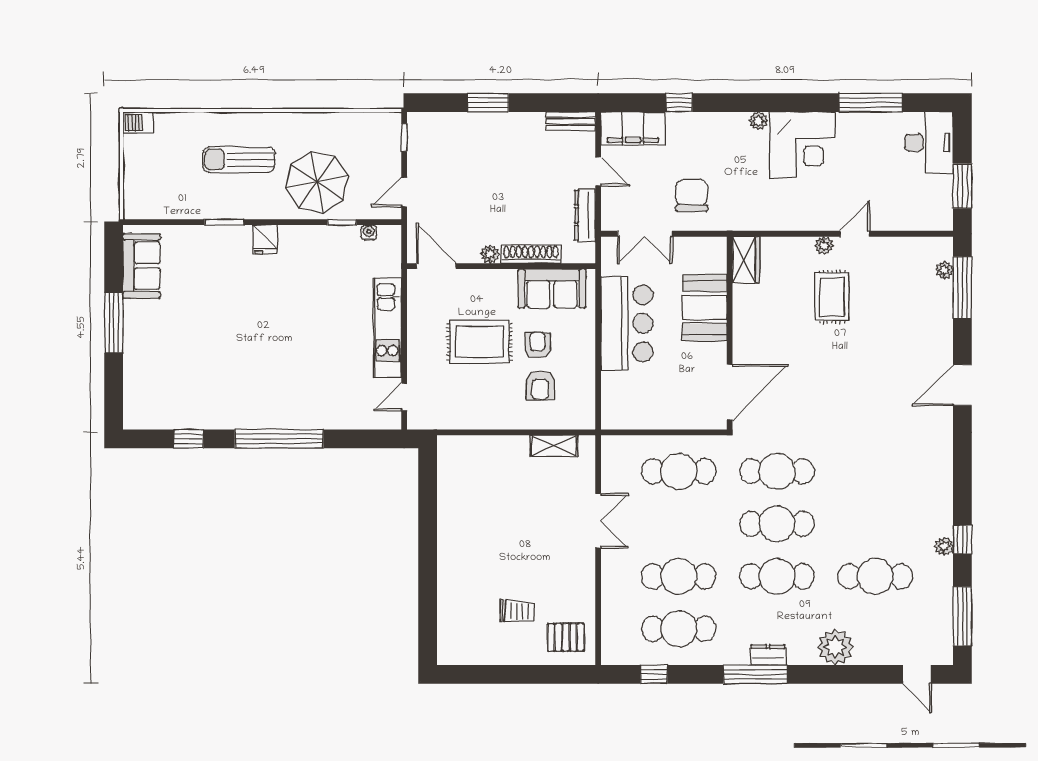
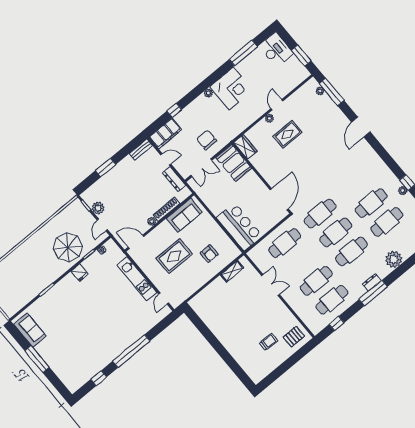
plant: (420, 159) -> (98, 208), added
sun lounger: (239, 160) -> (33, 263), removed
fridge: (265, 239) -> (80, 273), moved
rug: (832, 297) -> (288, 134), turned 90
booth: (705, 308) -> (234, 163), moved
bar counter: (627, 323) -> (239, 227), moved
armchair: (538, 345) -> (196, 240), removed
cafe table: (875, 524) -> (371, 203), added

